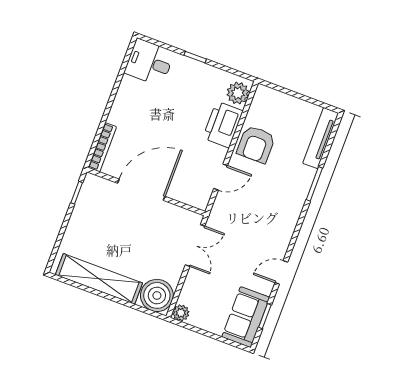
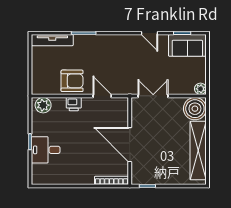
desk: (149, 62) -> (46, 150), moved, turned 90
printer: (223, 124) -> (74, 104), width x0.53, depth x0.68

